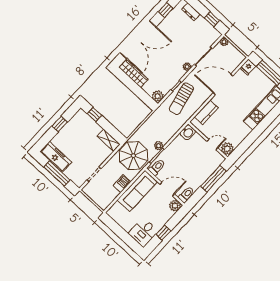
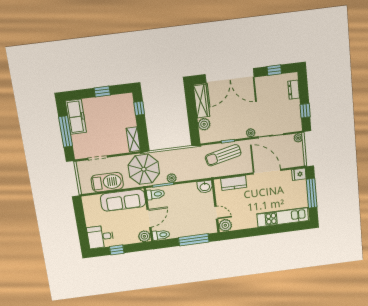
plant: (158, 96) -> (204, 124), moved
barbecue: (122, 184) -> (107, 182), width x1.88, depth x1.53
door: (167, 189) -> (149, 218), hinge flipped

